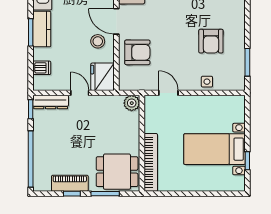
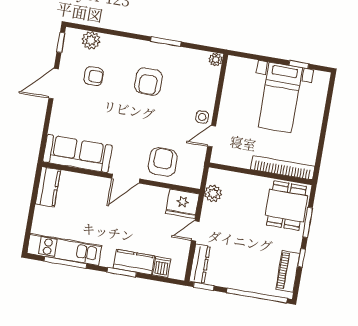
kitchen counter: (42, 29) -> (134, 262), moved
stool: (98, 41) -> (144, 202), removed
armchair: (211, 41) -> (148, 82), moved, turned 90
window: (247, 62) -> (166, 42), moved
side table: (207, 82) -> (202, 117), moved
plant: (239, 84) -> (216, 59), added
plant: (132, 103) -> (213, 193), moved
piano: (70, 183) -> (288, 271), moved

